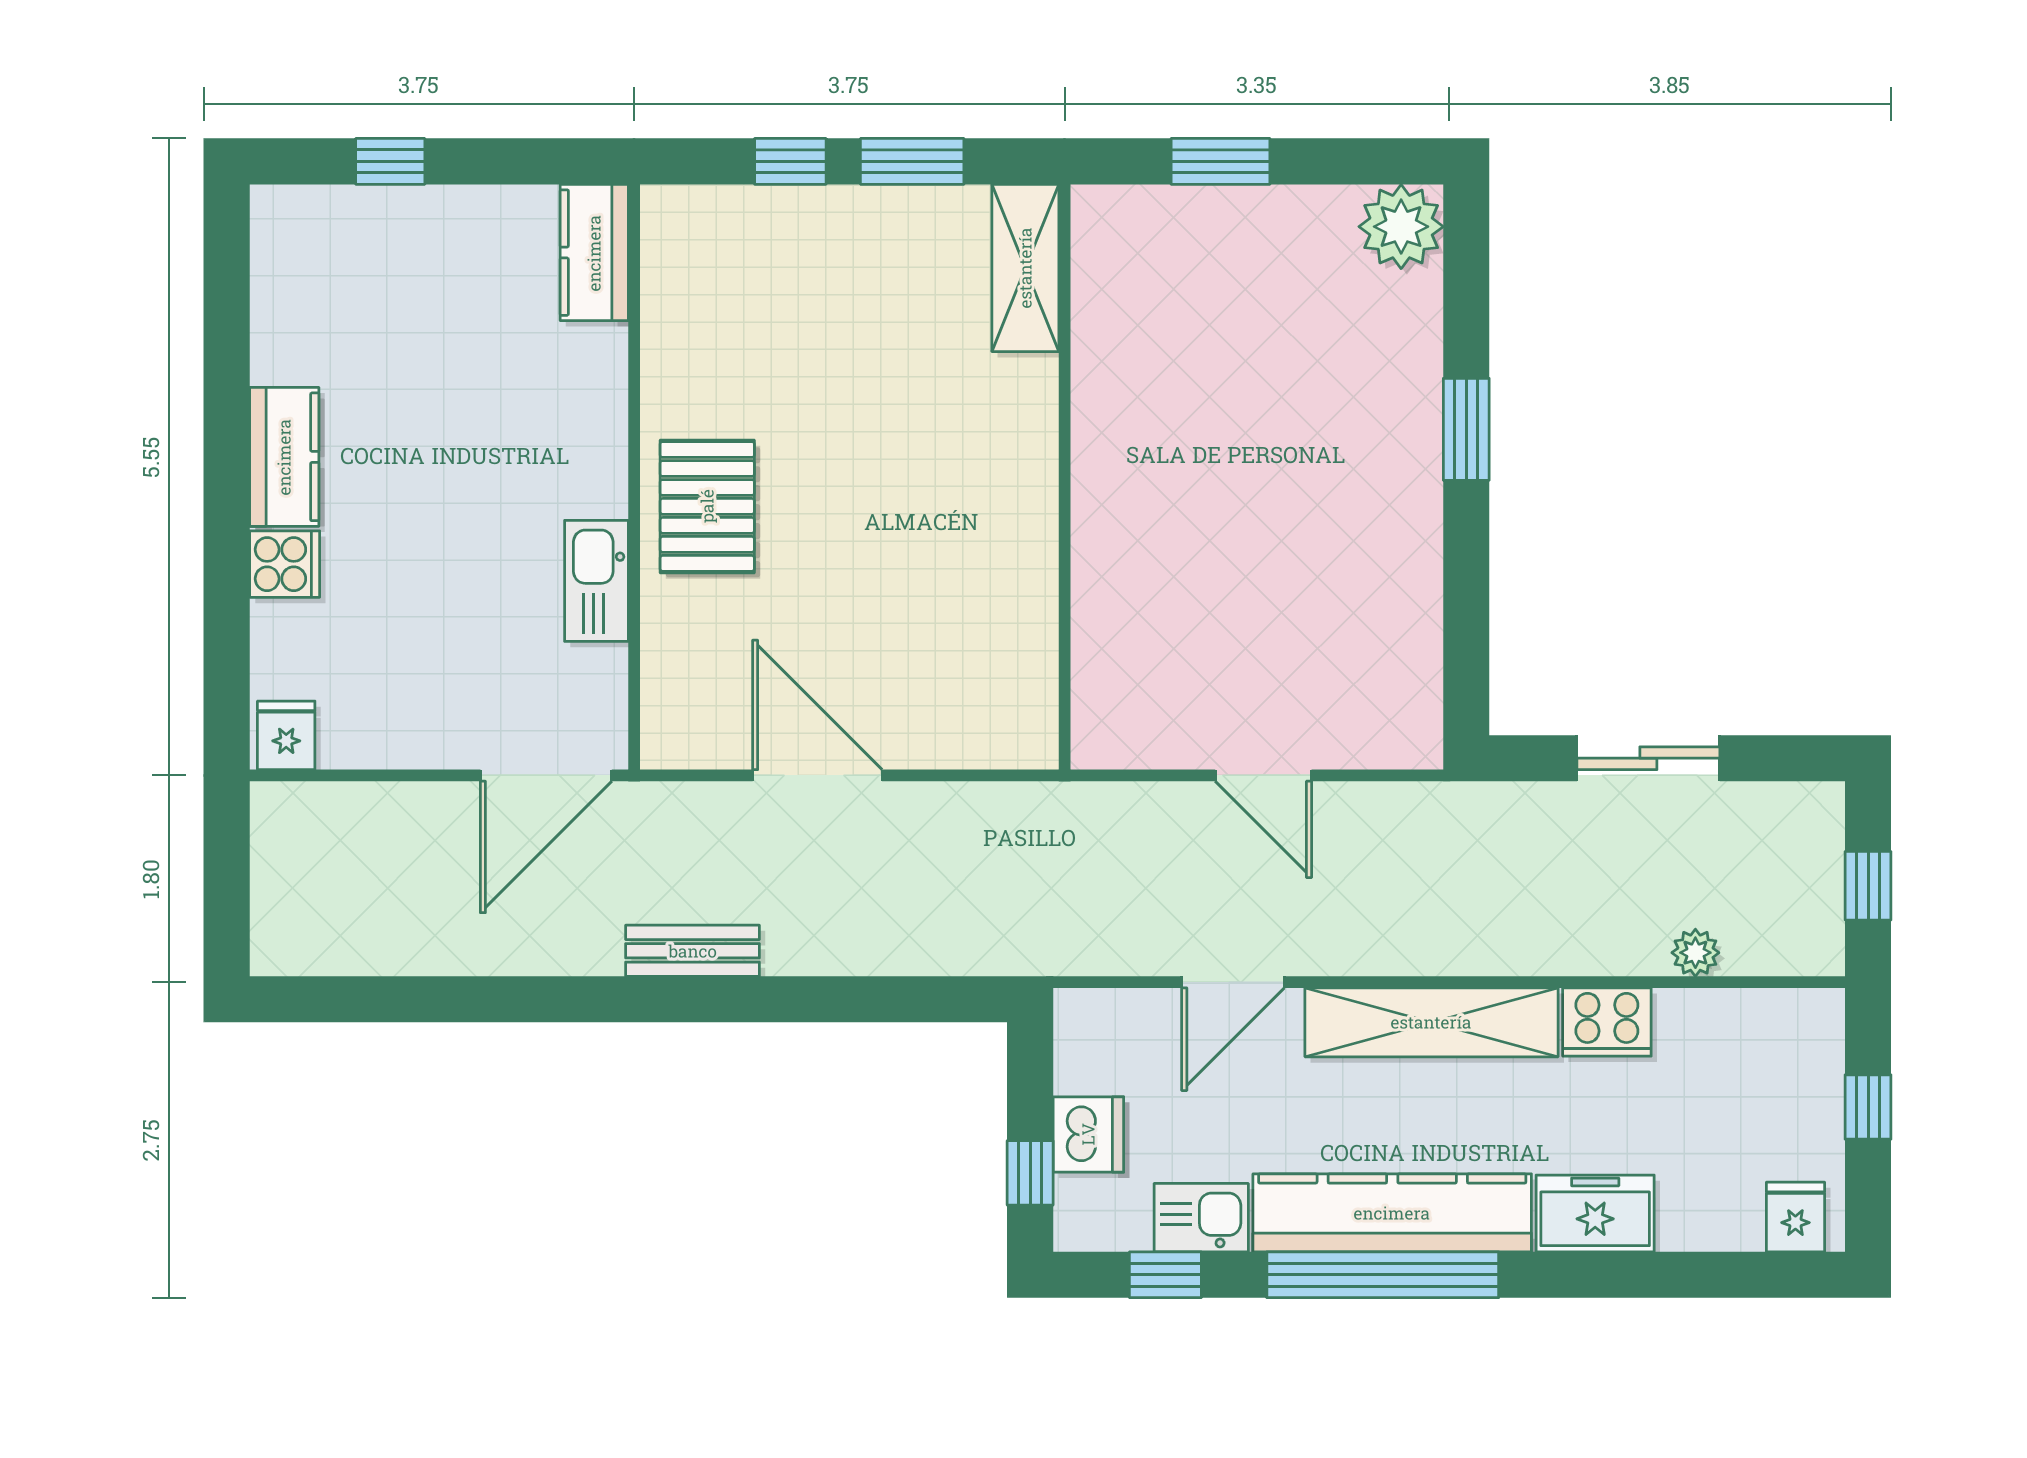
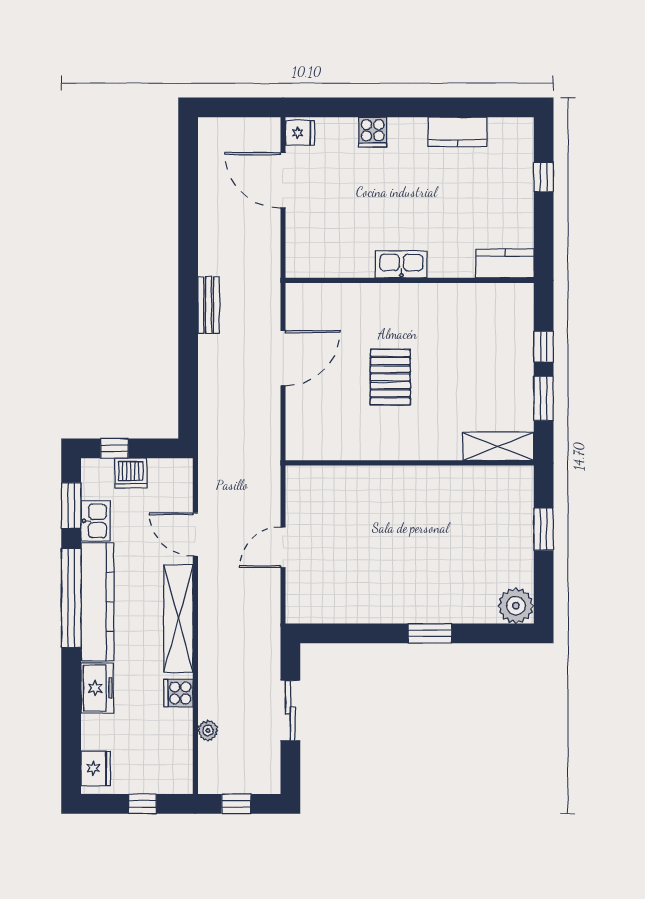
kitchen counter: (284, 457) -> (457, 132), moved
pallet: (707, 506) -> (390, 377), moved, turned 90
kitchen sink: (596, 581) -> (401, 264), moved
door: (546, 775) -> (283, 180), moved
cooker: (1607, 1022) -> (178, 693), width x0.73
fridge: (1795, 1217) -> (96, 768), width x1.38
window: (1165, 1275) -> (71, 506), width x1.50

